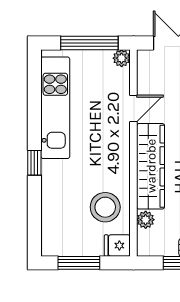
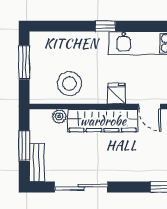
fridge: (117, 246) -> (117, 93), moved

